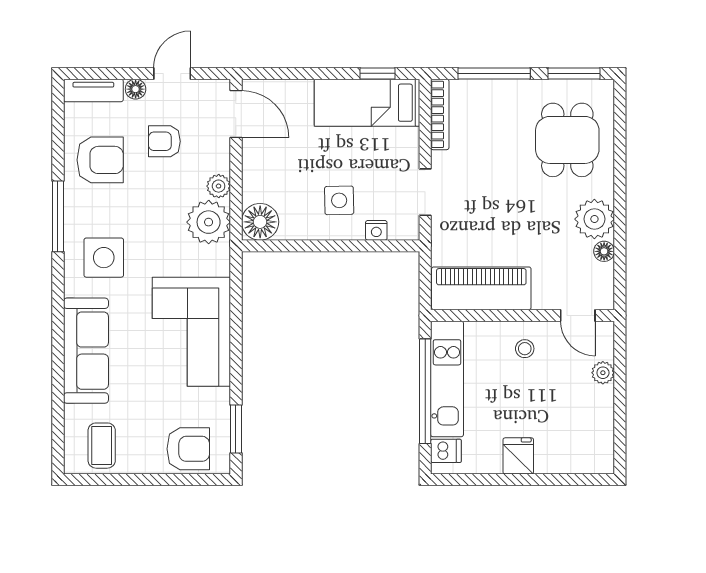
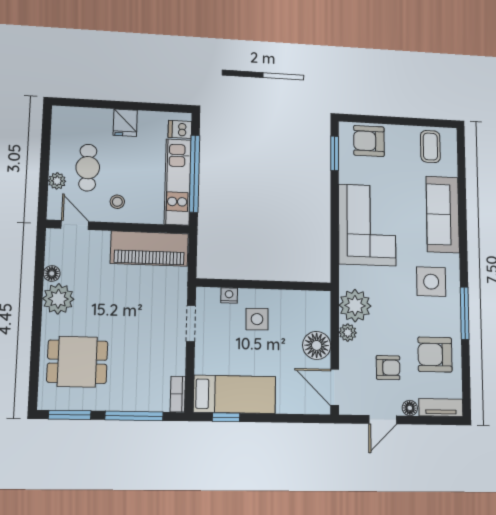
bookcase: (440, 114) -> (178, 394), width x0.64
dining table: (567, 140) -> (77, 362), turned 90
floor lamp: (260, 222) -> (317, 345), moved
cafe table: (564, 392) -> (88, 168), added

